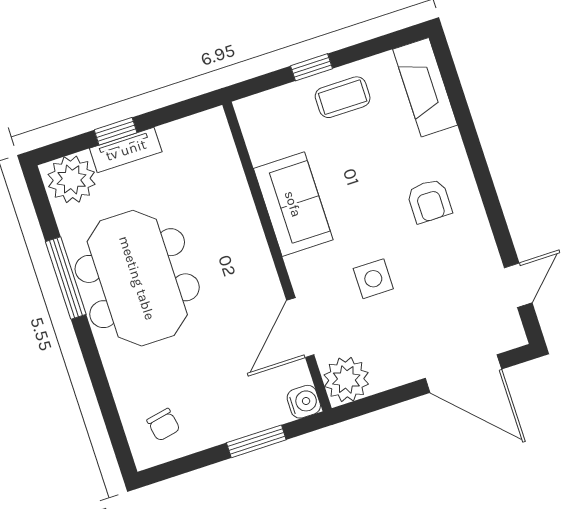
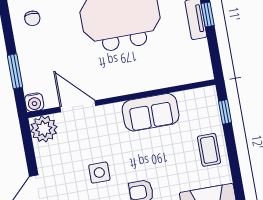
window: (311, 67) -> (225, 112), moved
side table: (373, 279) -> (99, 173), moved
chair: (163, 425) -> (32, 18), turned -79

